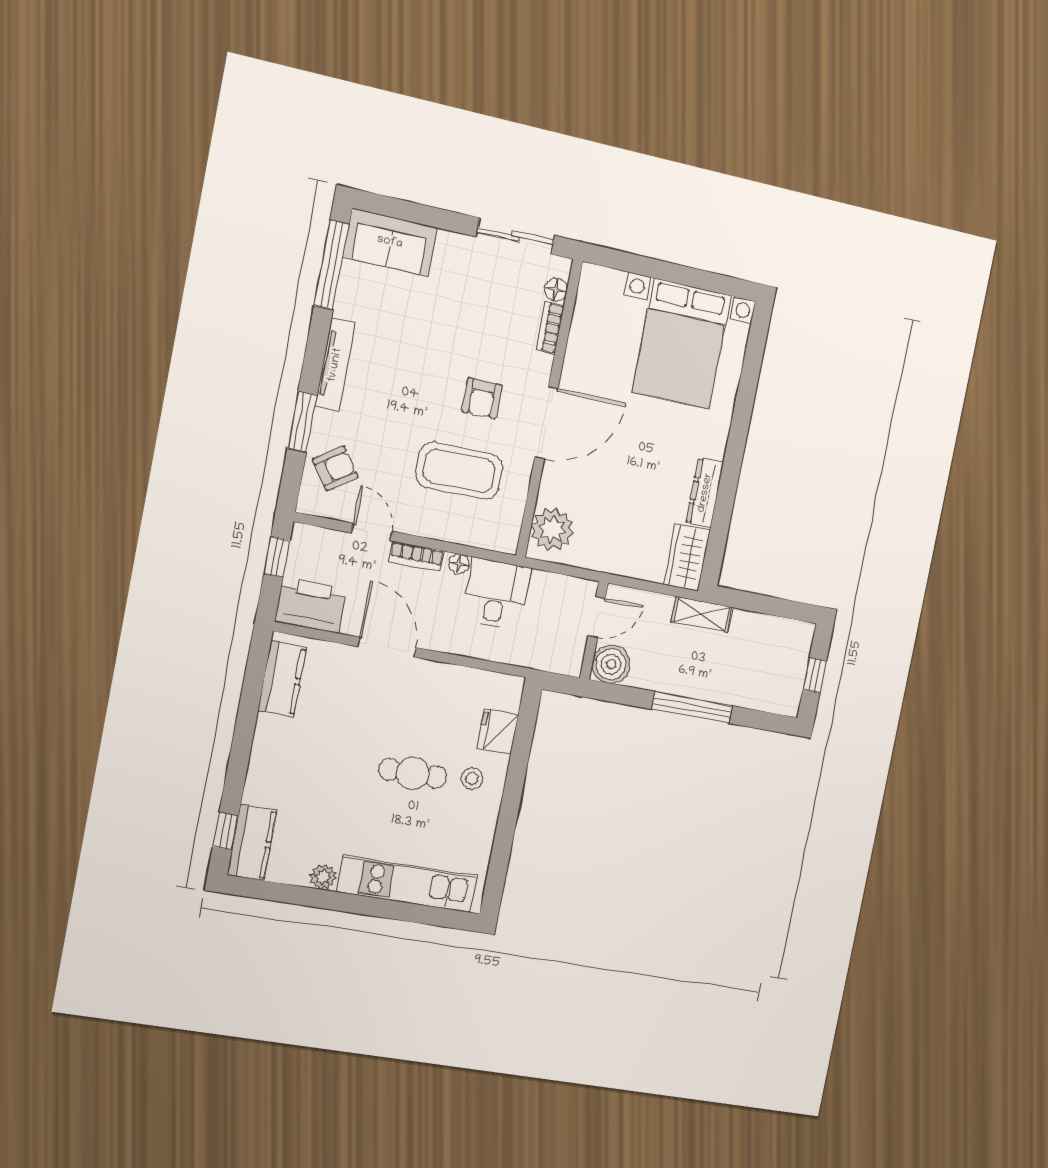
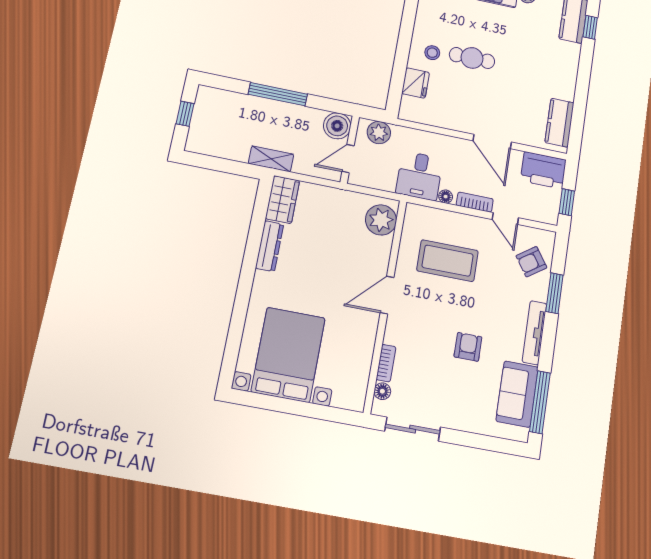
sofa: (390, 242) -> (517, 394), moved, turned -90
armchair: (482, 398) -> (468, 347), moved
door: (546, 423) -> (387, 295), width x0.73
plant: (553, 656) -> (379, 133), added

